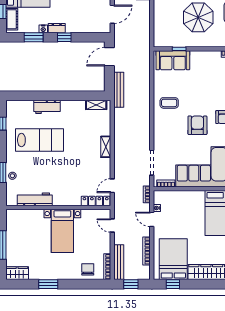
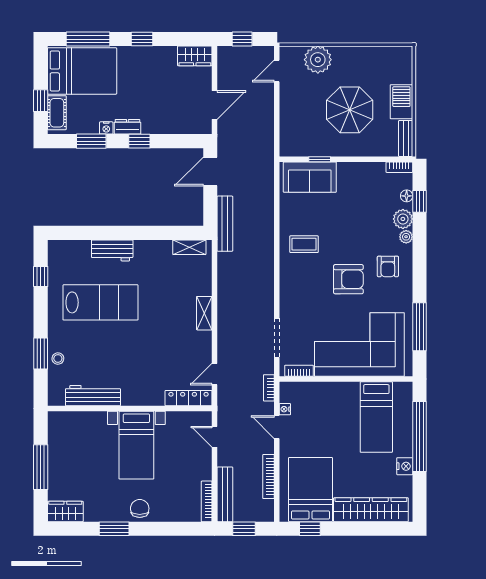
armchair: (197, 125) -> (348, 279), turned 90
chair: (88, 269) -> (140, 508), moved

